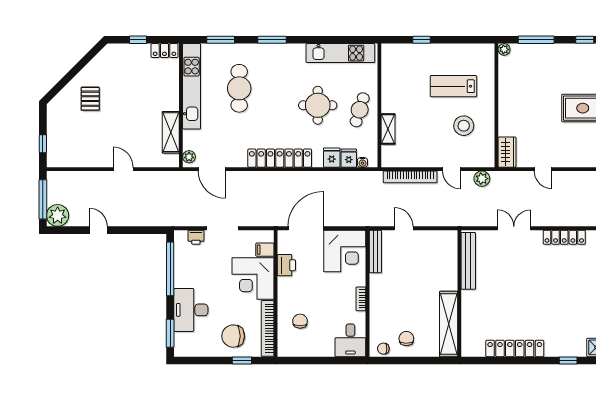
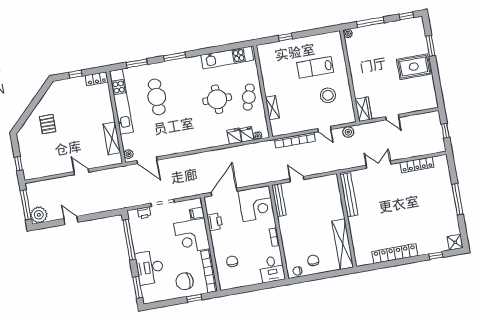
locker: (280, 158) -> (196, 143), removed

